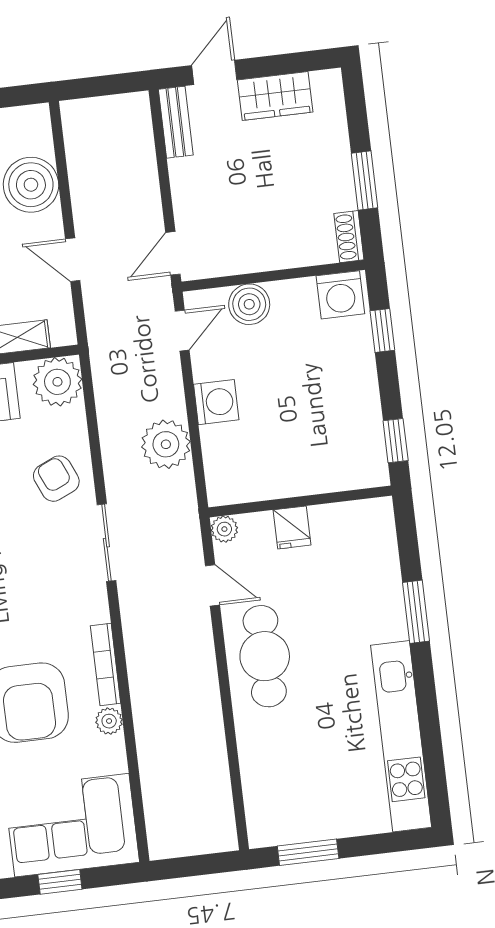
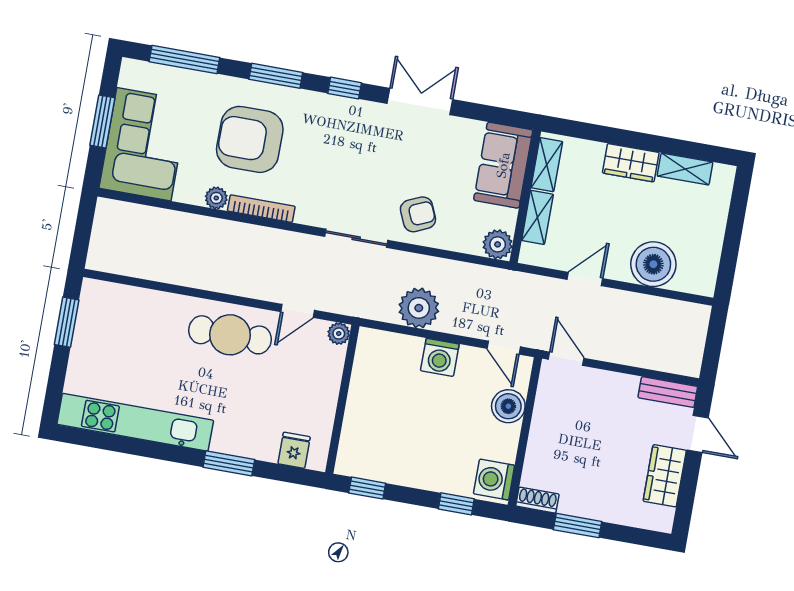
plant: (57, 382) -> (498, 244), width x0.73, depth x0.73
fridge: (292, 527) -> (294, 450), moved, turned 90
window: (60, 882) -> (102, 122), width x1.50

